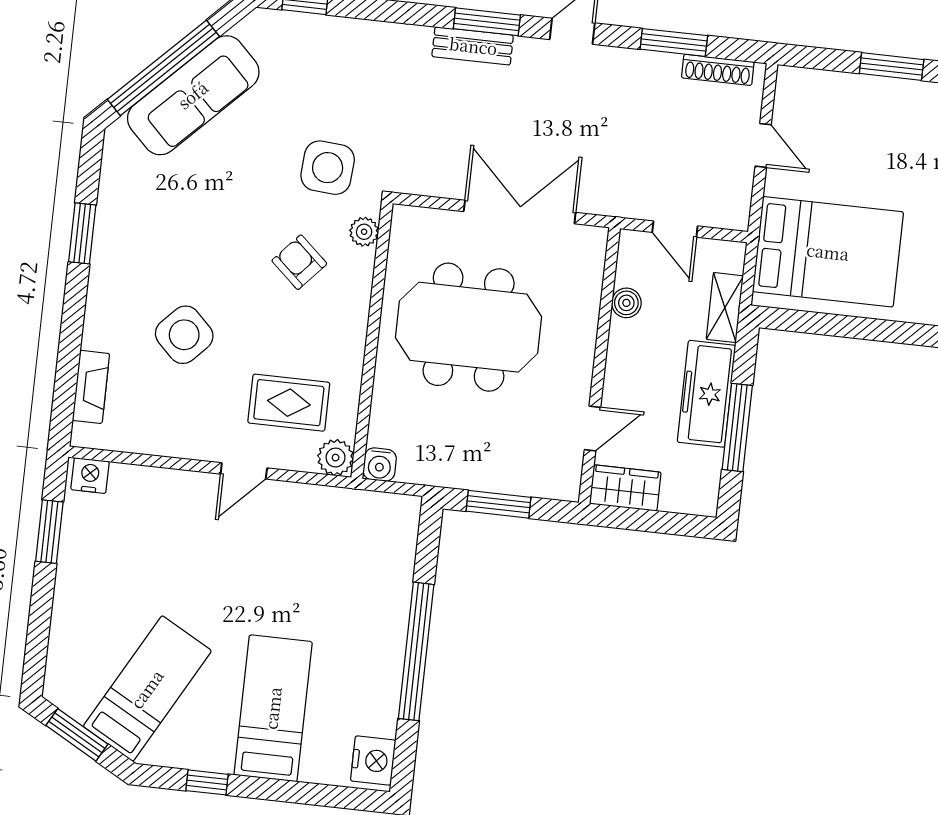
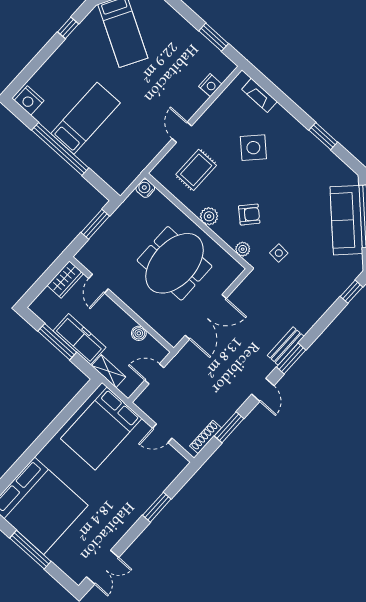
side table: (328, 168) -> (279, 253), width x0.54, depth x0.54
plant: (336, 458) -> (209, 216), moved
nightstand: (90, 475) -> (210, 85), moved
bed: (273, 708) -> (85, 118), moved, turned -90

